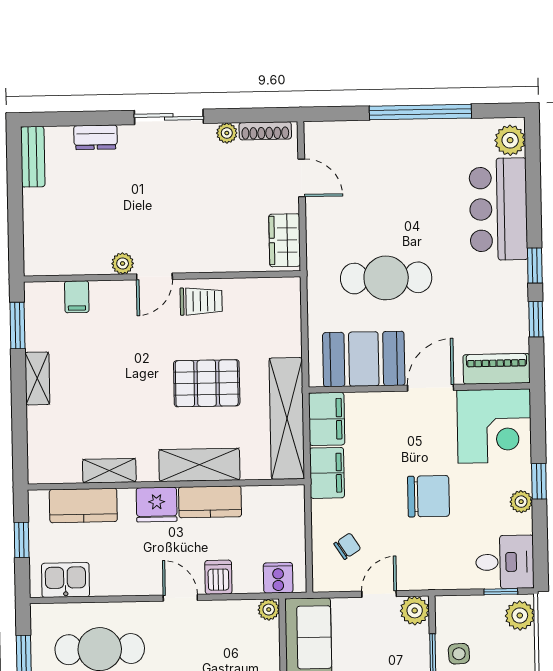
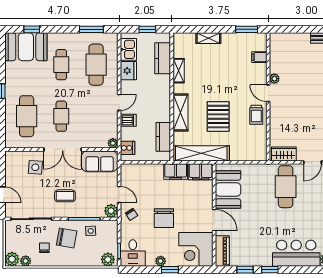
cafe table: (386, 278) -> (286, 187), moved
shelving: (37, 378) -> (208, 38), moved
kitchen counter: (210, 502) -> (163, 137), moved
fridge: (157, 505) -> (128, 71), moved, turned 180
chair: (347, 546) -> (131, 214), moved

